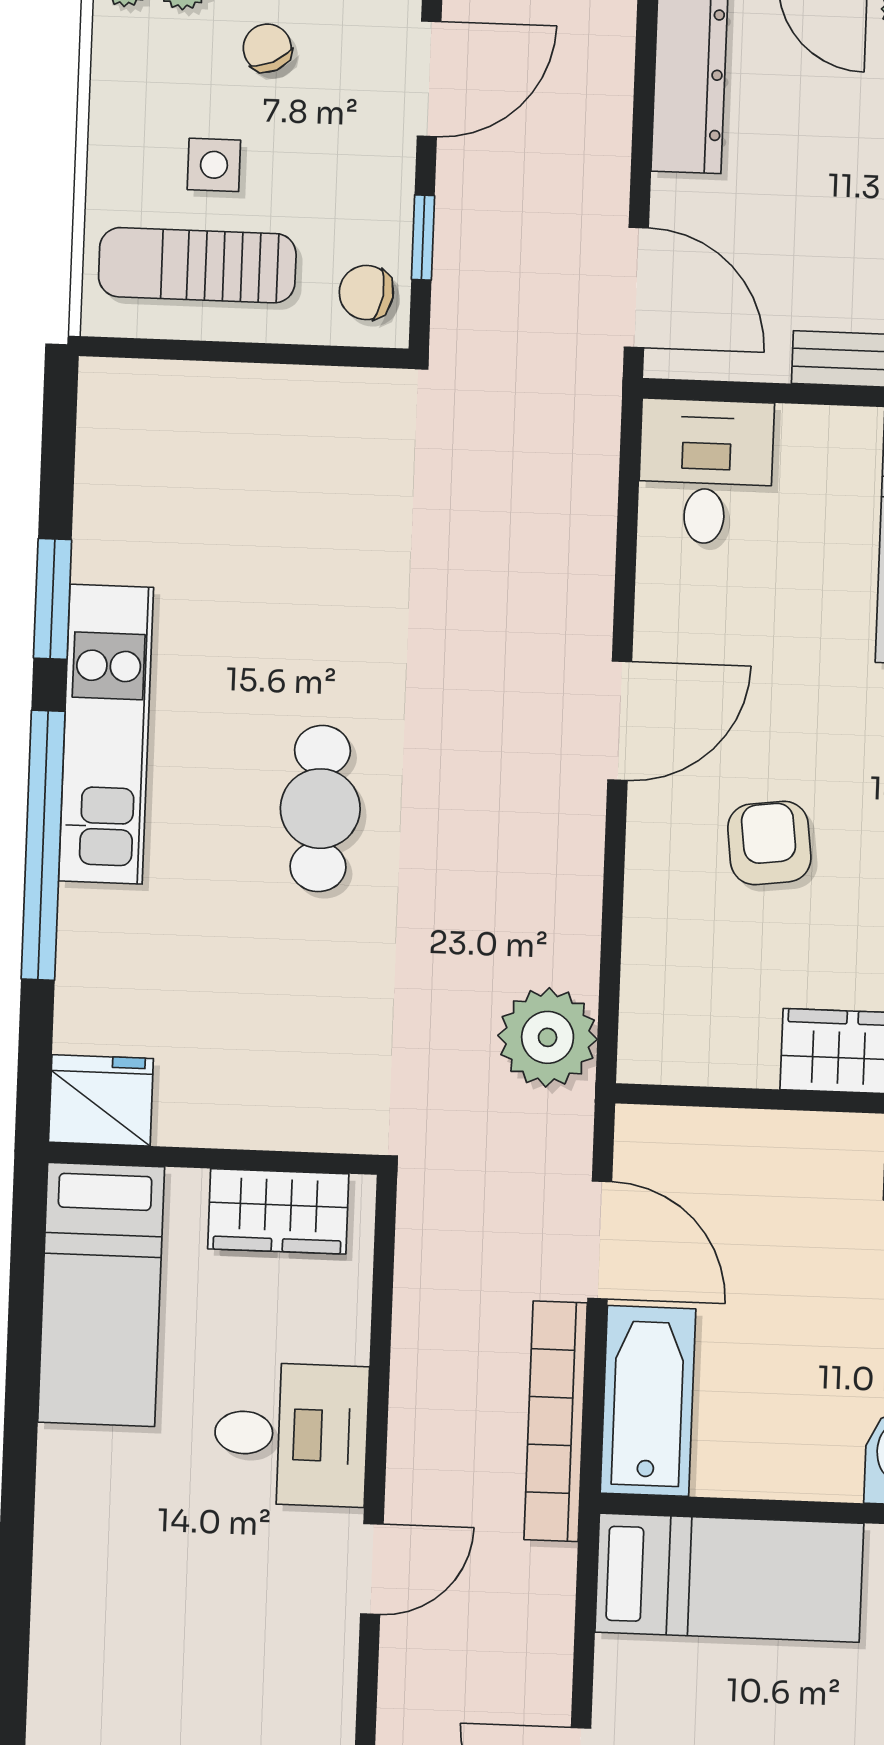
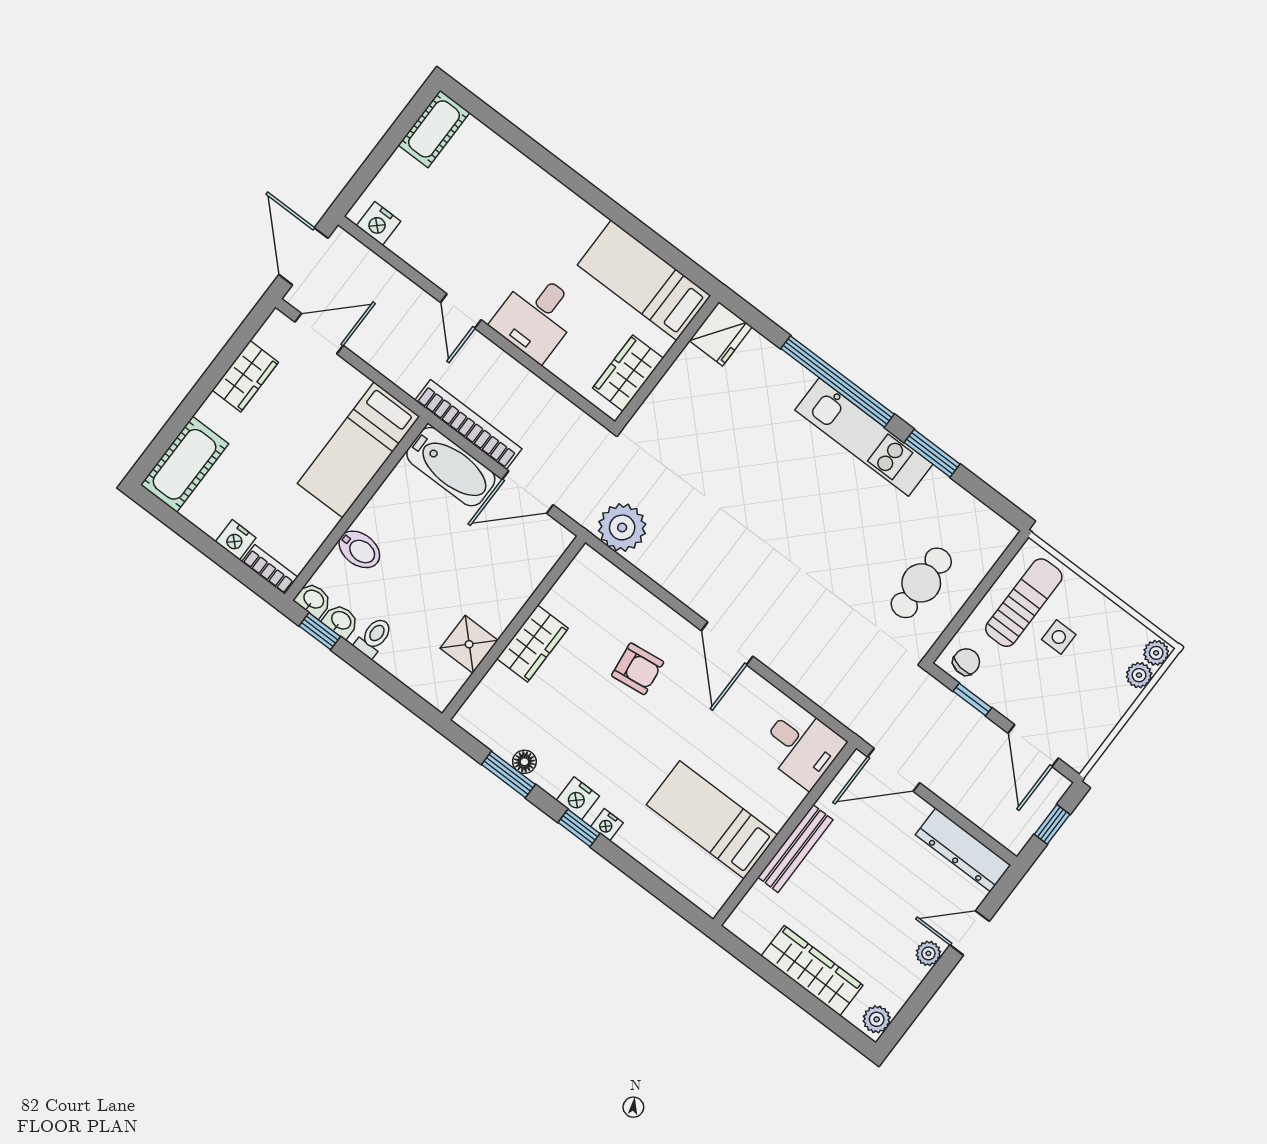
chair: (267, 48) -> (1090, 690), removed
cafe table: (320, 809) -> (921, 583), moved, turned 90

